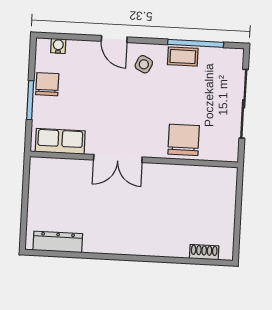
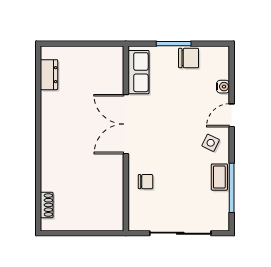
water cooler: (58, 46) -> (223, 87), moved
chair: (184, 140) -> (146, 182), width x0.54, depth x0.54
double door: (118, 159) -> (126, 124), width x1.37
dresser: (58, 242) -> (49, 75), width x0.70

